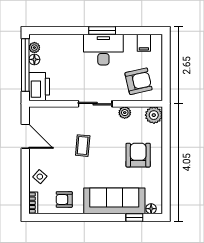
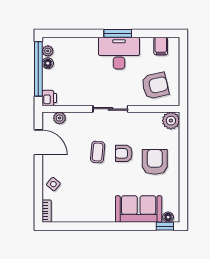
printer: (39, 87) -> (49, 98), width x0.53, depth x0.68
plant: (125, 113) -> (60, 118), moved
armchair: (64, 199) -> (124, 153), moved
sofa: (114, 201) -> (139, 209), width x0.73
window: (134, 217) -> (165, 226), moved

